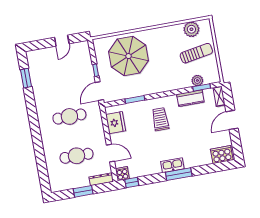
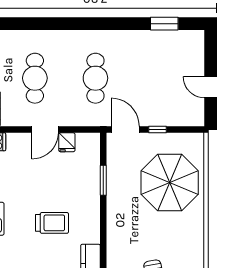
trolley: (160, 119) -> (52, 223), moved
fridge: (116, 123) -> (67, 142), width x0.53, depth x0.75
door: (110, 153) -> (45, 130), moved

